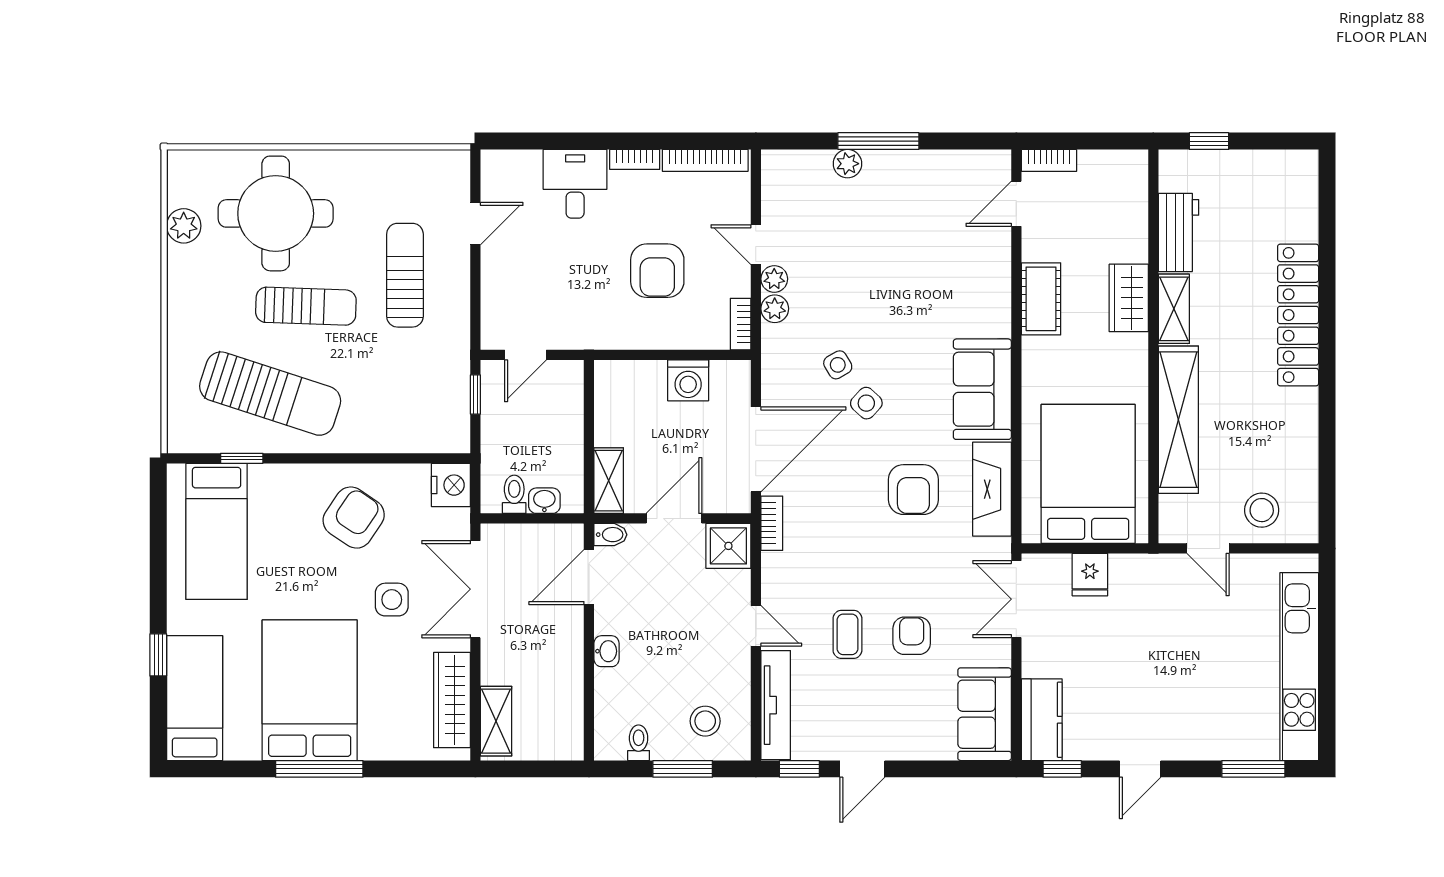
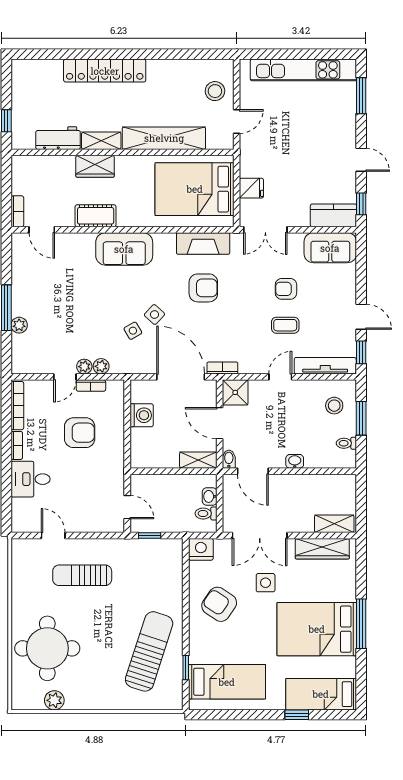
sun lounger: (306, 306) -> (100, 631), removed
bookcase: (741, 324) -> (91, 386), moved
sofa: (982, 389) -> (124, 249), moved

